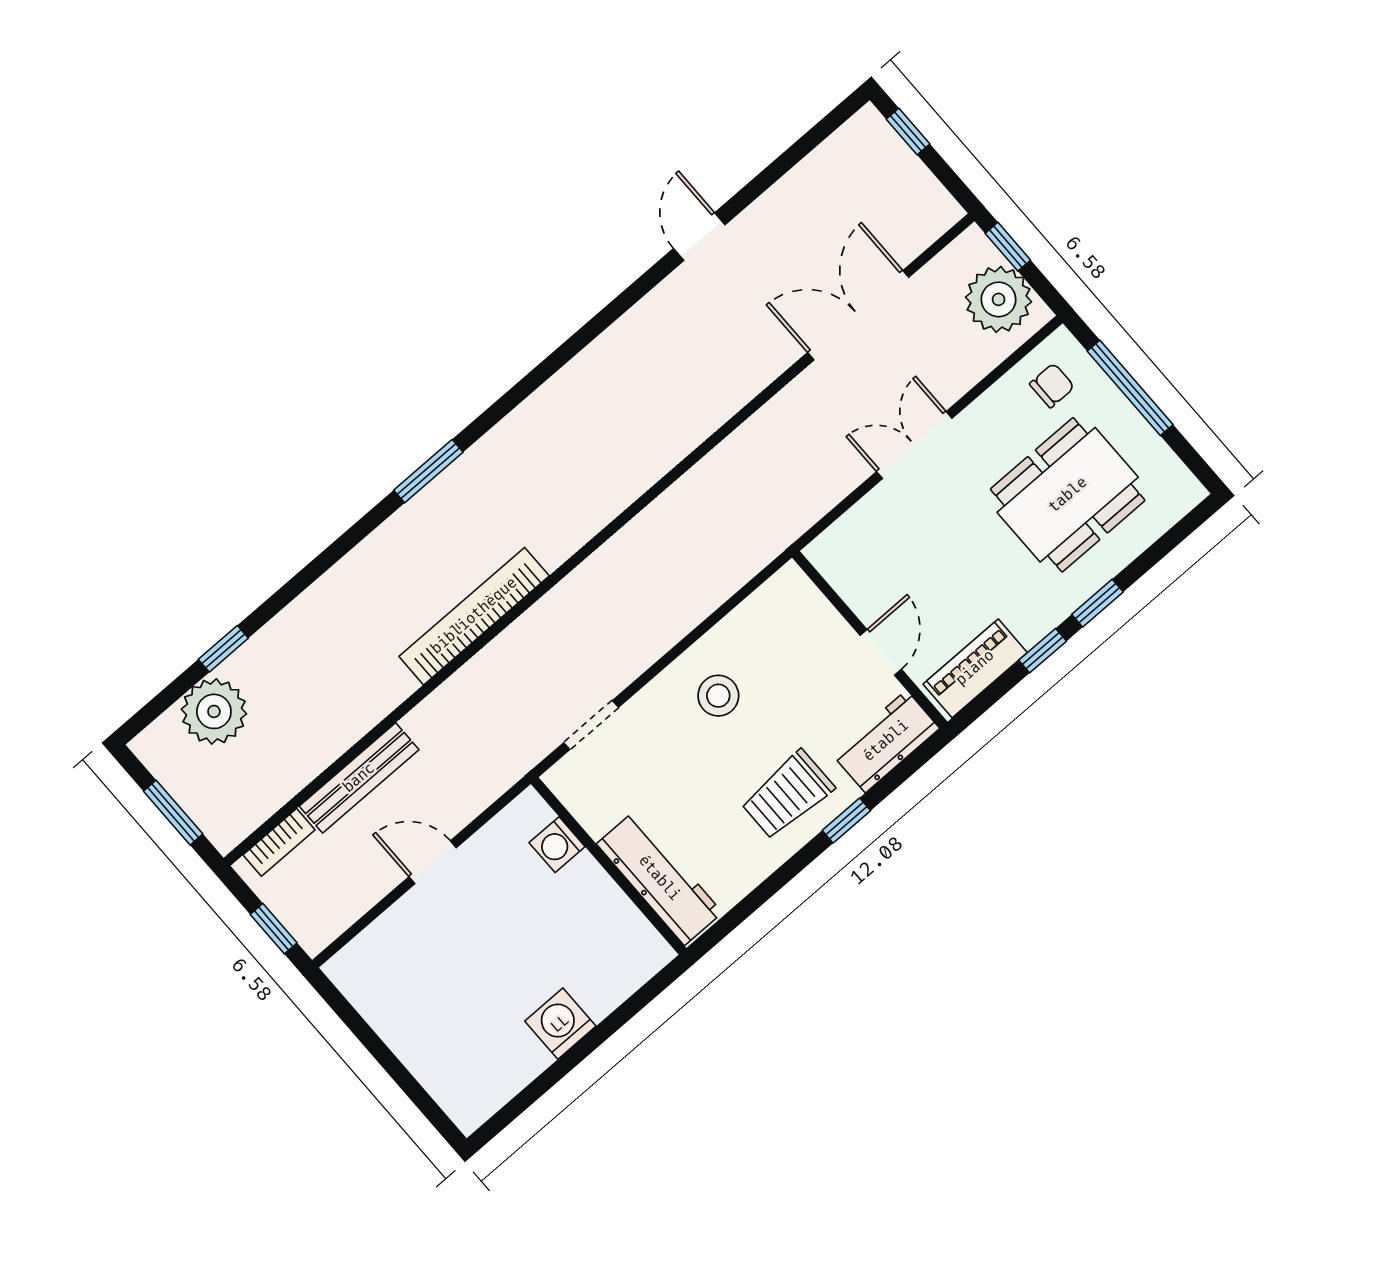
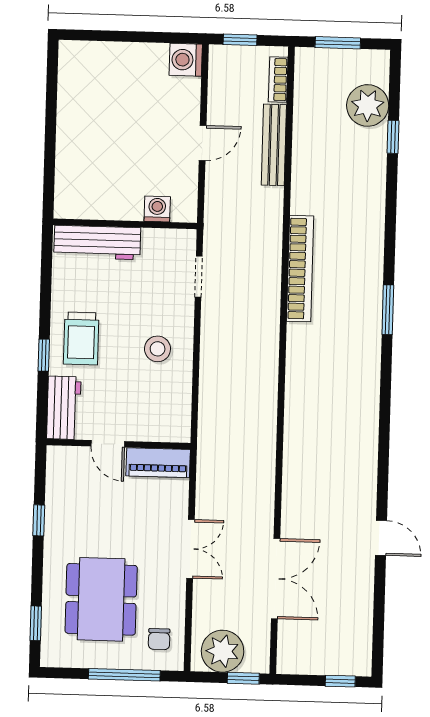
window: (1097, 603) -> (36, 623), moved
piano: (975, 668) -> (158, 463), moved, turned 90
trolley: (787, 795) -> (81, 339), turned 180
washing machine: (560, 1024) -> (186, 60), moved, turned 180

